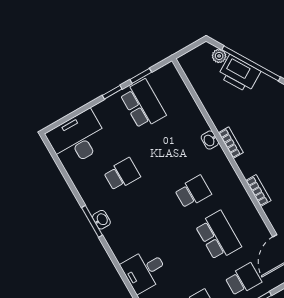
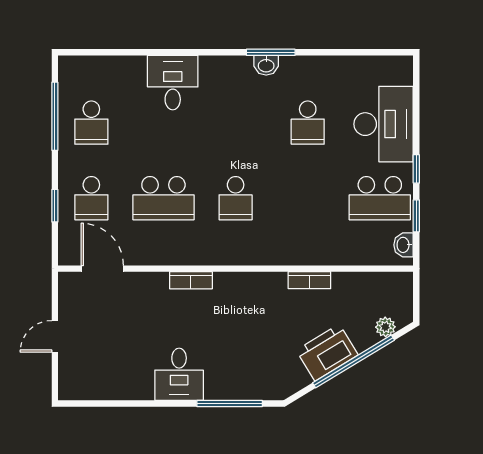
printer: (239, 74) -> (327, 353), moved
desk: (77, 139) -> (384, 124), moved
washbasin: (210, 140) -> (404, 245), moved, turned -90
bookcase: (231, 143) -> (309, 280), moved

